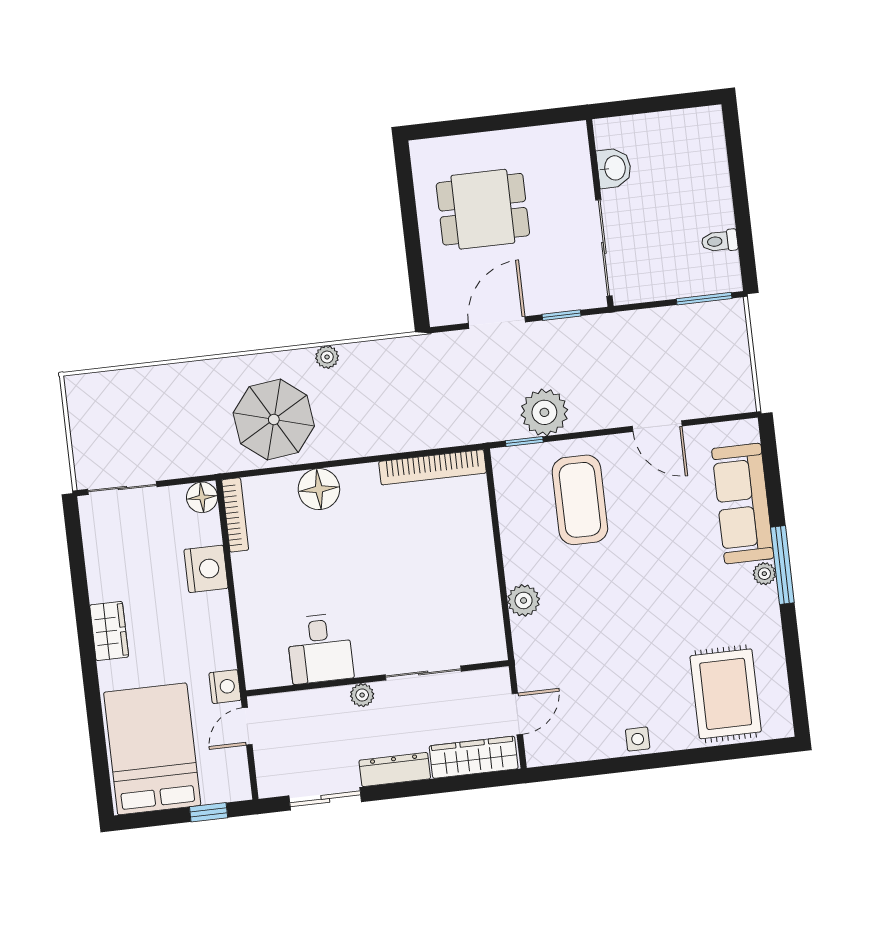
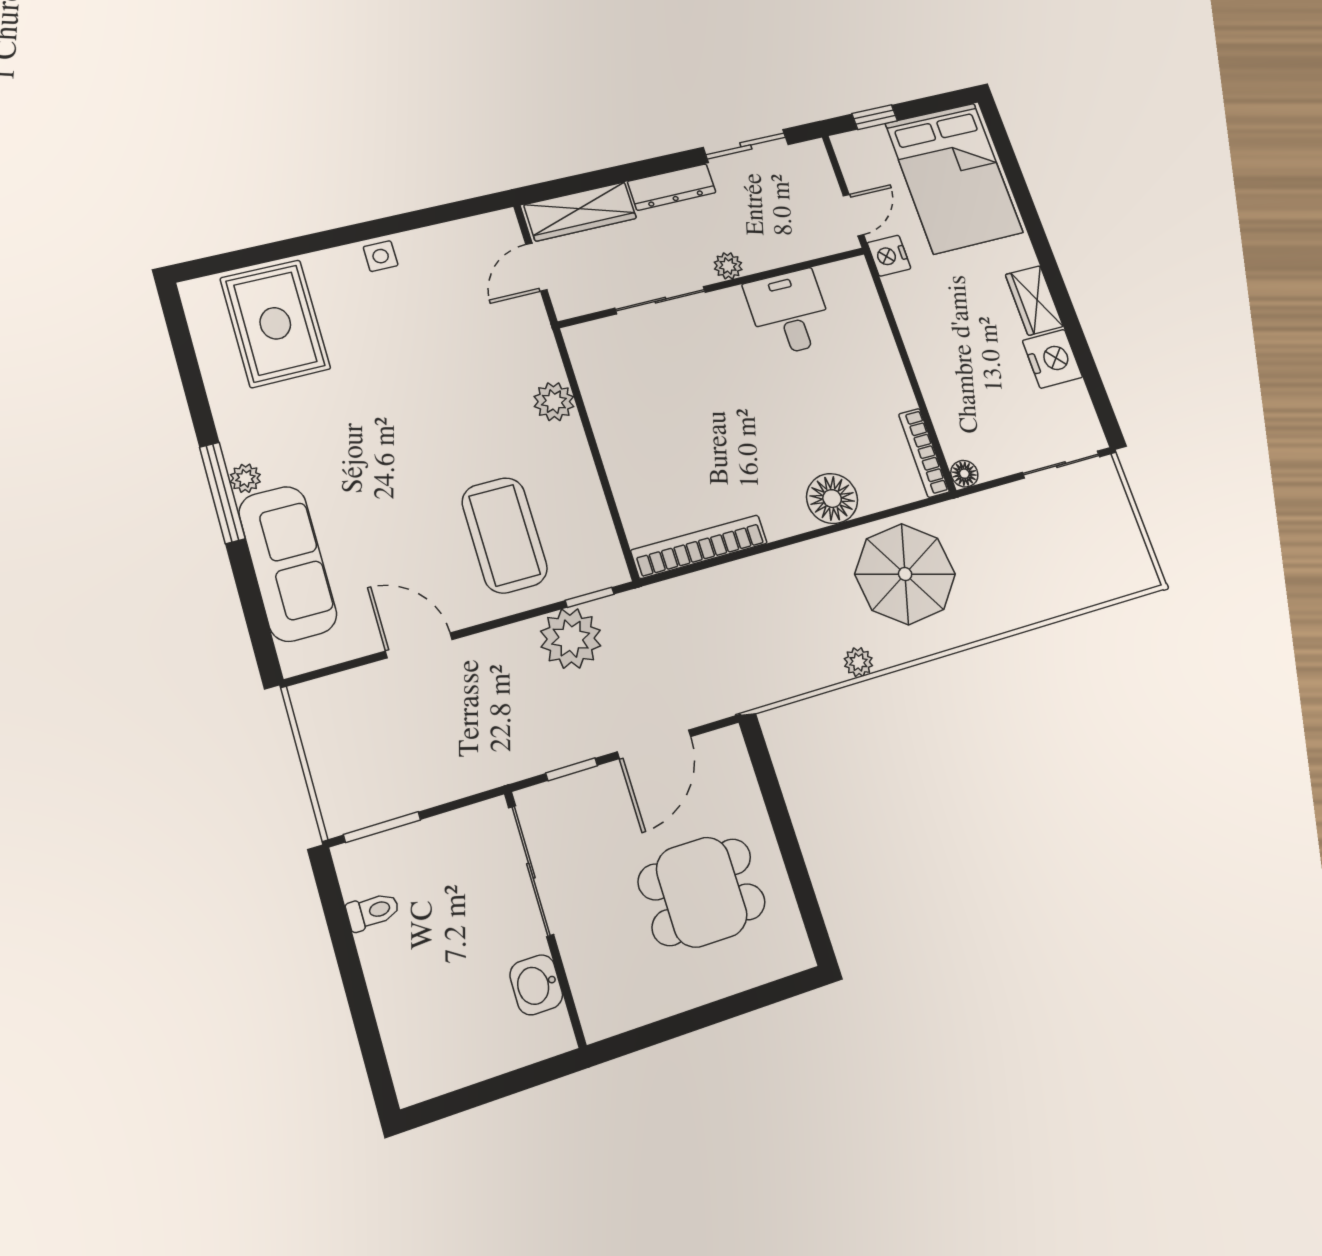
floor lamp: (202, 497) -> (964, 474), width x0.73, depth x0.73
nightstand: (206, 569) -> (1052, 359), moved, turned 180

